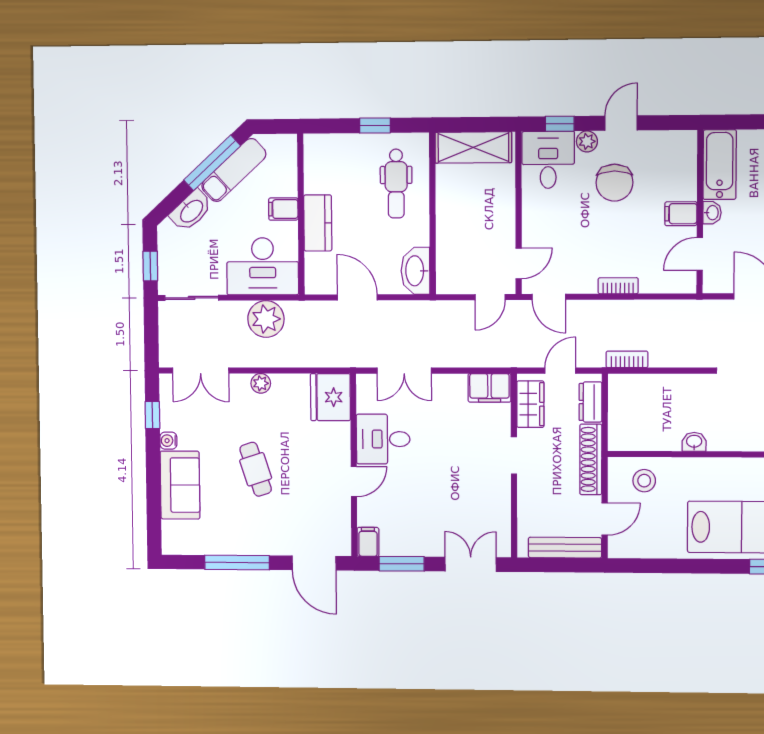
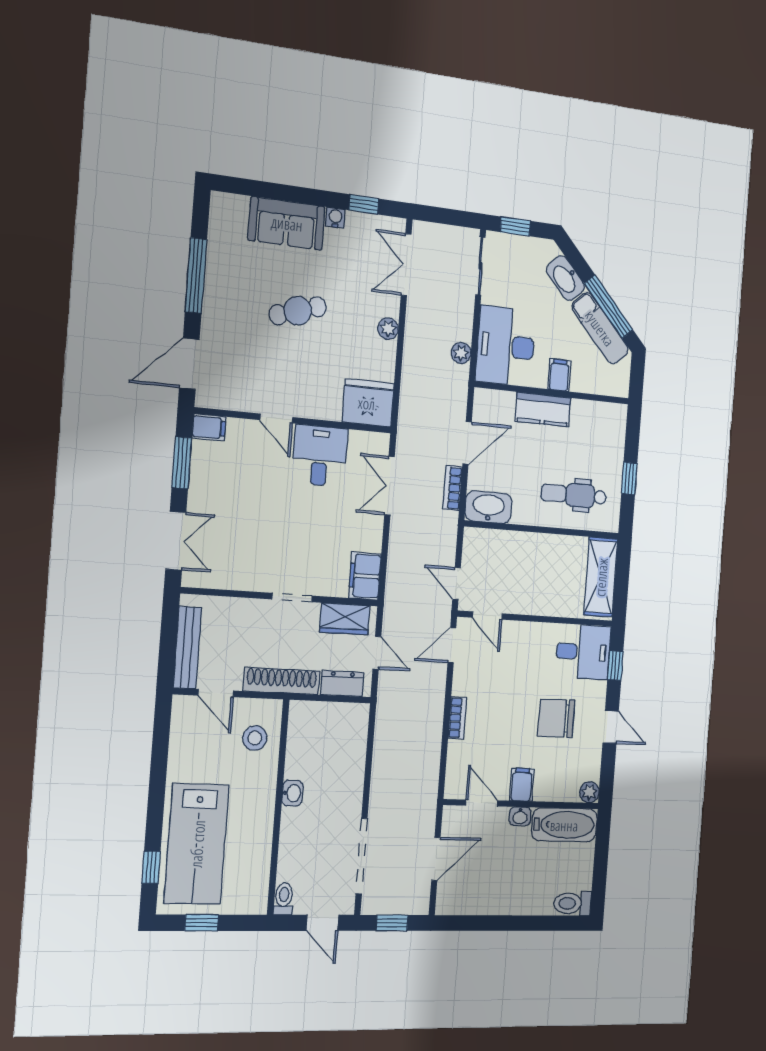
plant: (587, 141) -> (589, 792), moved
plant: (266, 319) -> (461, 353), width x0.53, depth x0.53
bookcase: (627, 359) -> (453, 488), moved, turned 180

